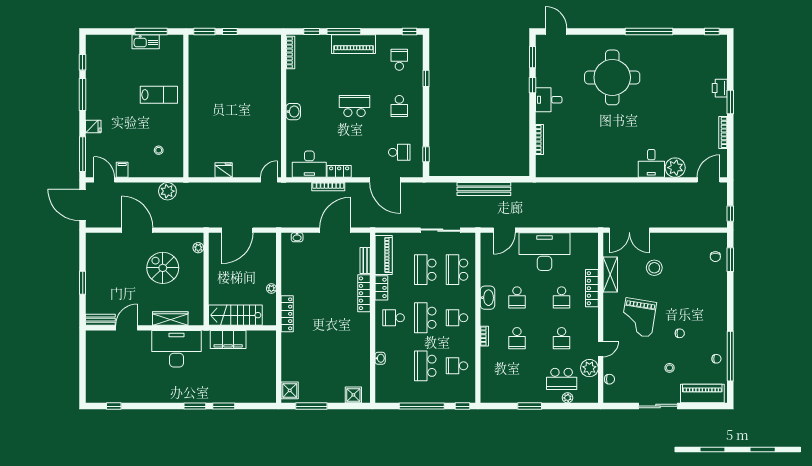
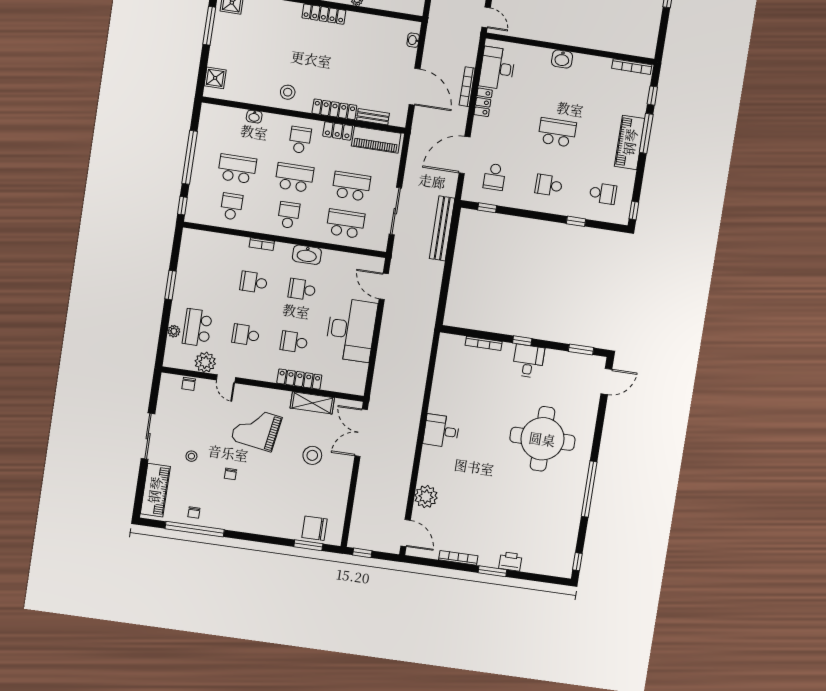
window: (532, 85) -> (522, 341), moved
school desk: (354, 106) -> (557, 132), turned -90
desk: (651, 163) -> (441, 431), moved
bench: (484, 189) -> (442, 228), moved
chair: (715, 257) -> (314, 528), width x1.87, depth x1.87
stool: (356, 334) -> (288, 92), added

